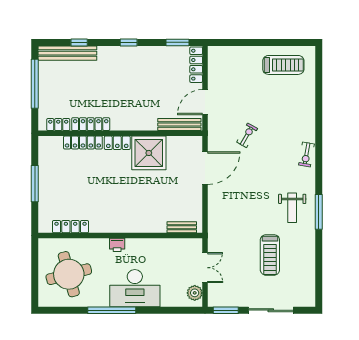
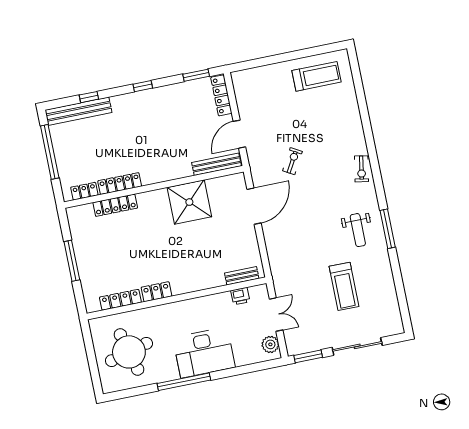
locker: (117, 143) -> (156, 292), moved, turned 180
printer: (117, 245) -> (240, 296), moved

